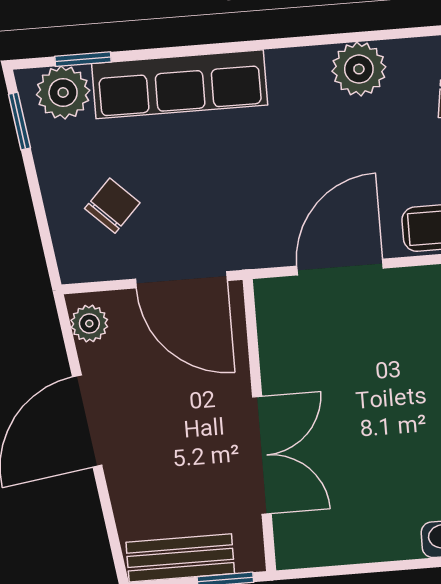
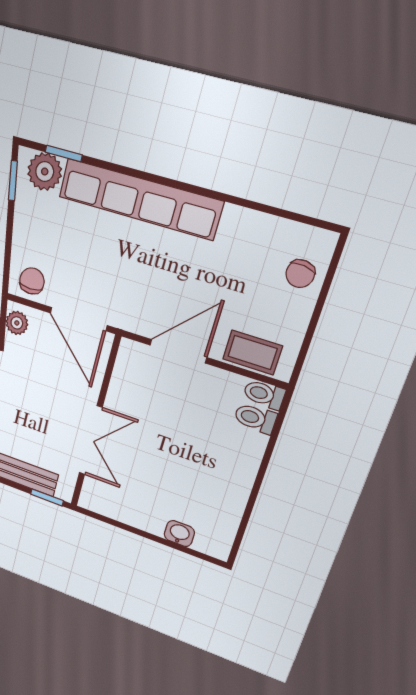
plant: (359, 69) -> (240, 227), removed
row of seats: (180, 84) -> (139, 199), width x1.36
chair: (112, 206) -> (32, 281), moved, turned -44

